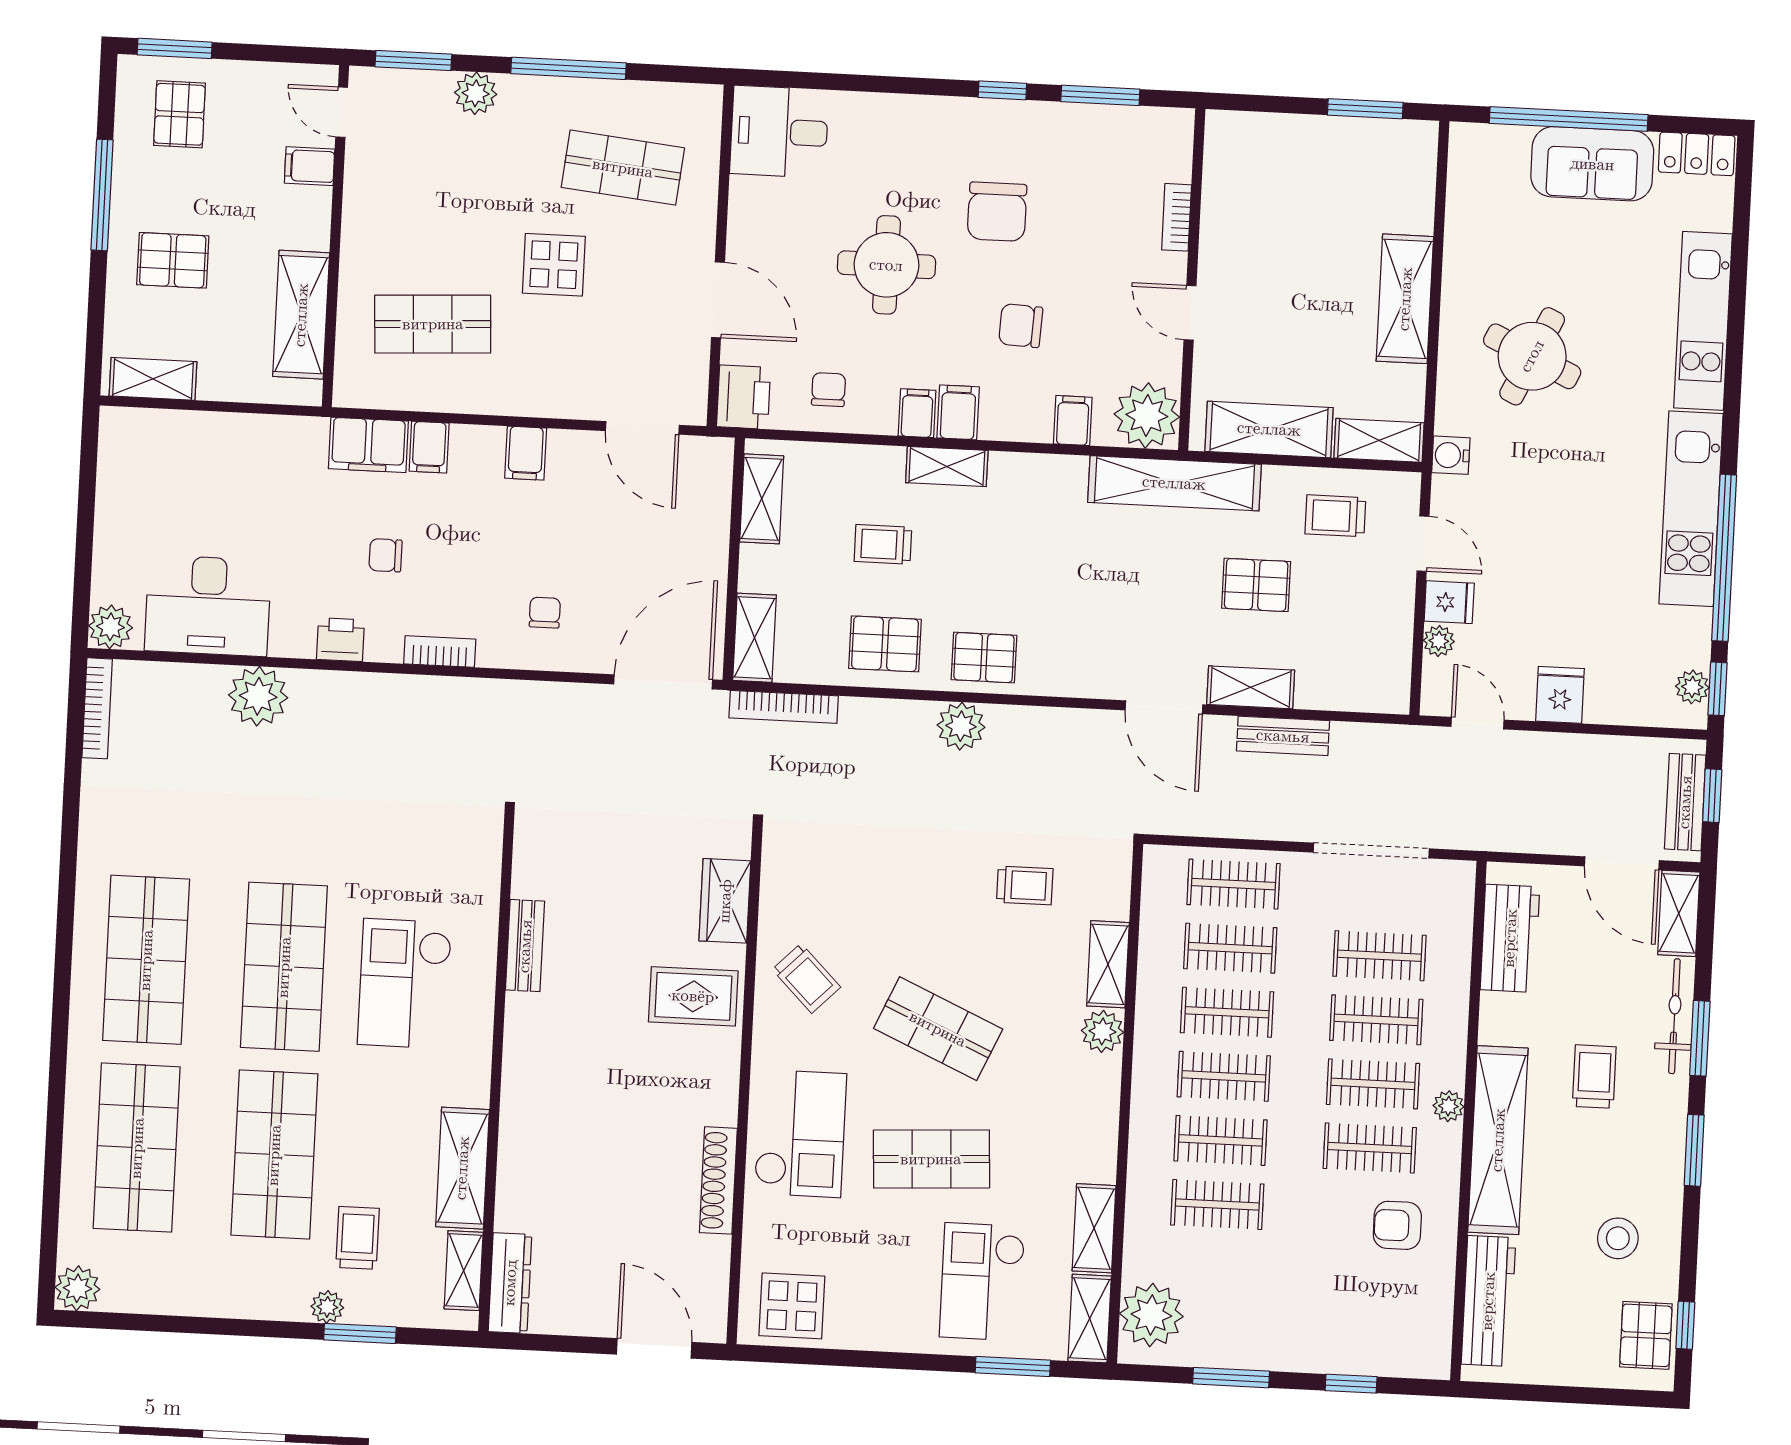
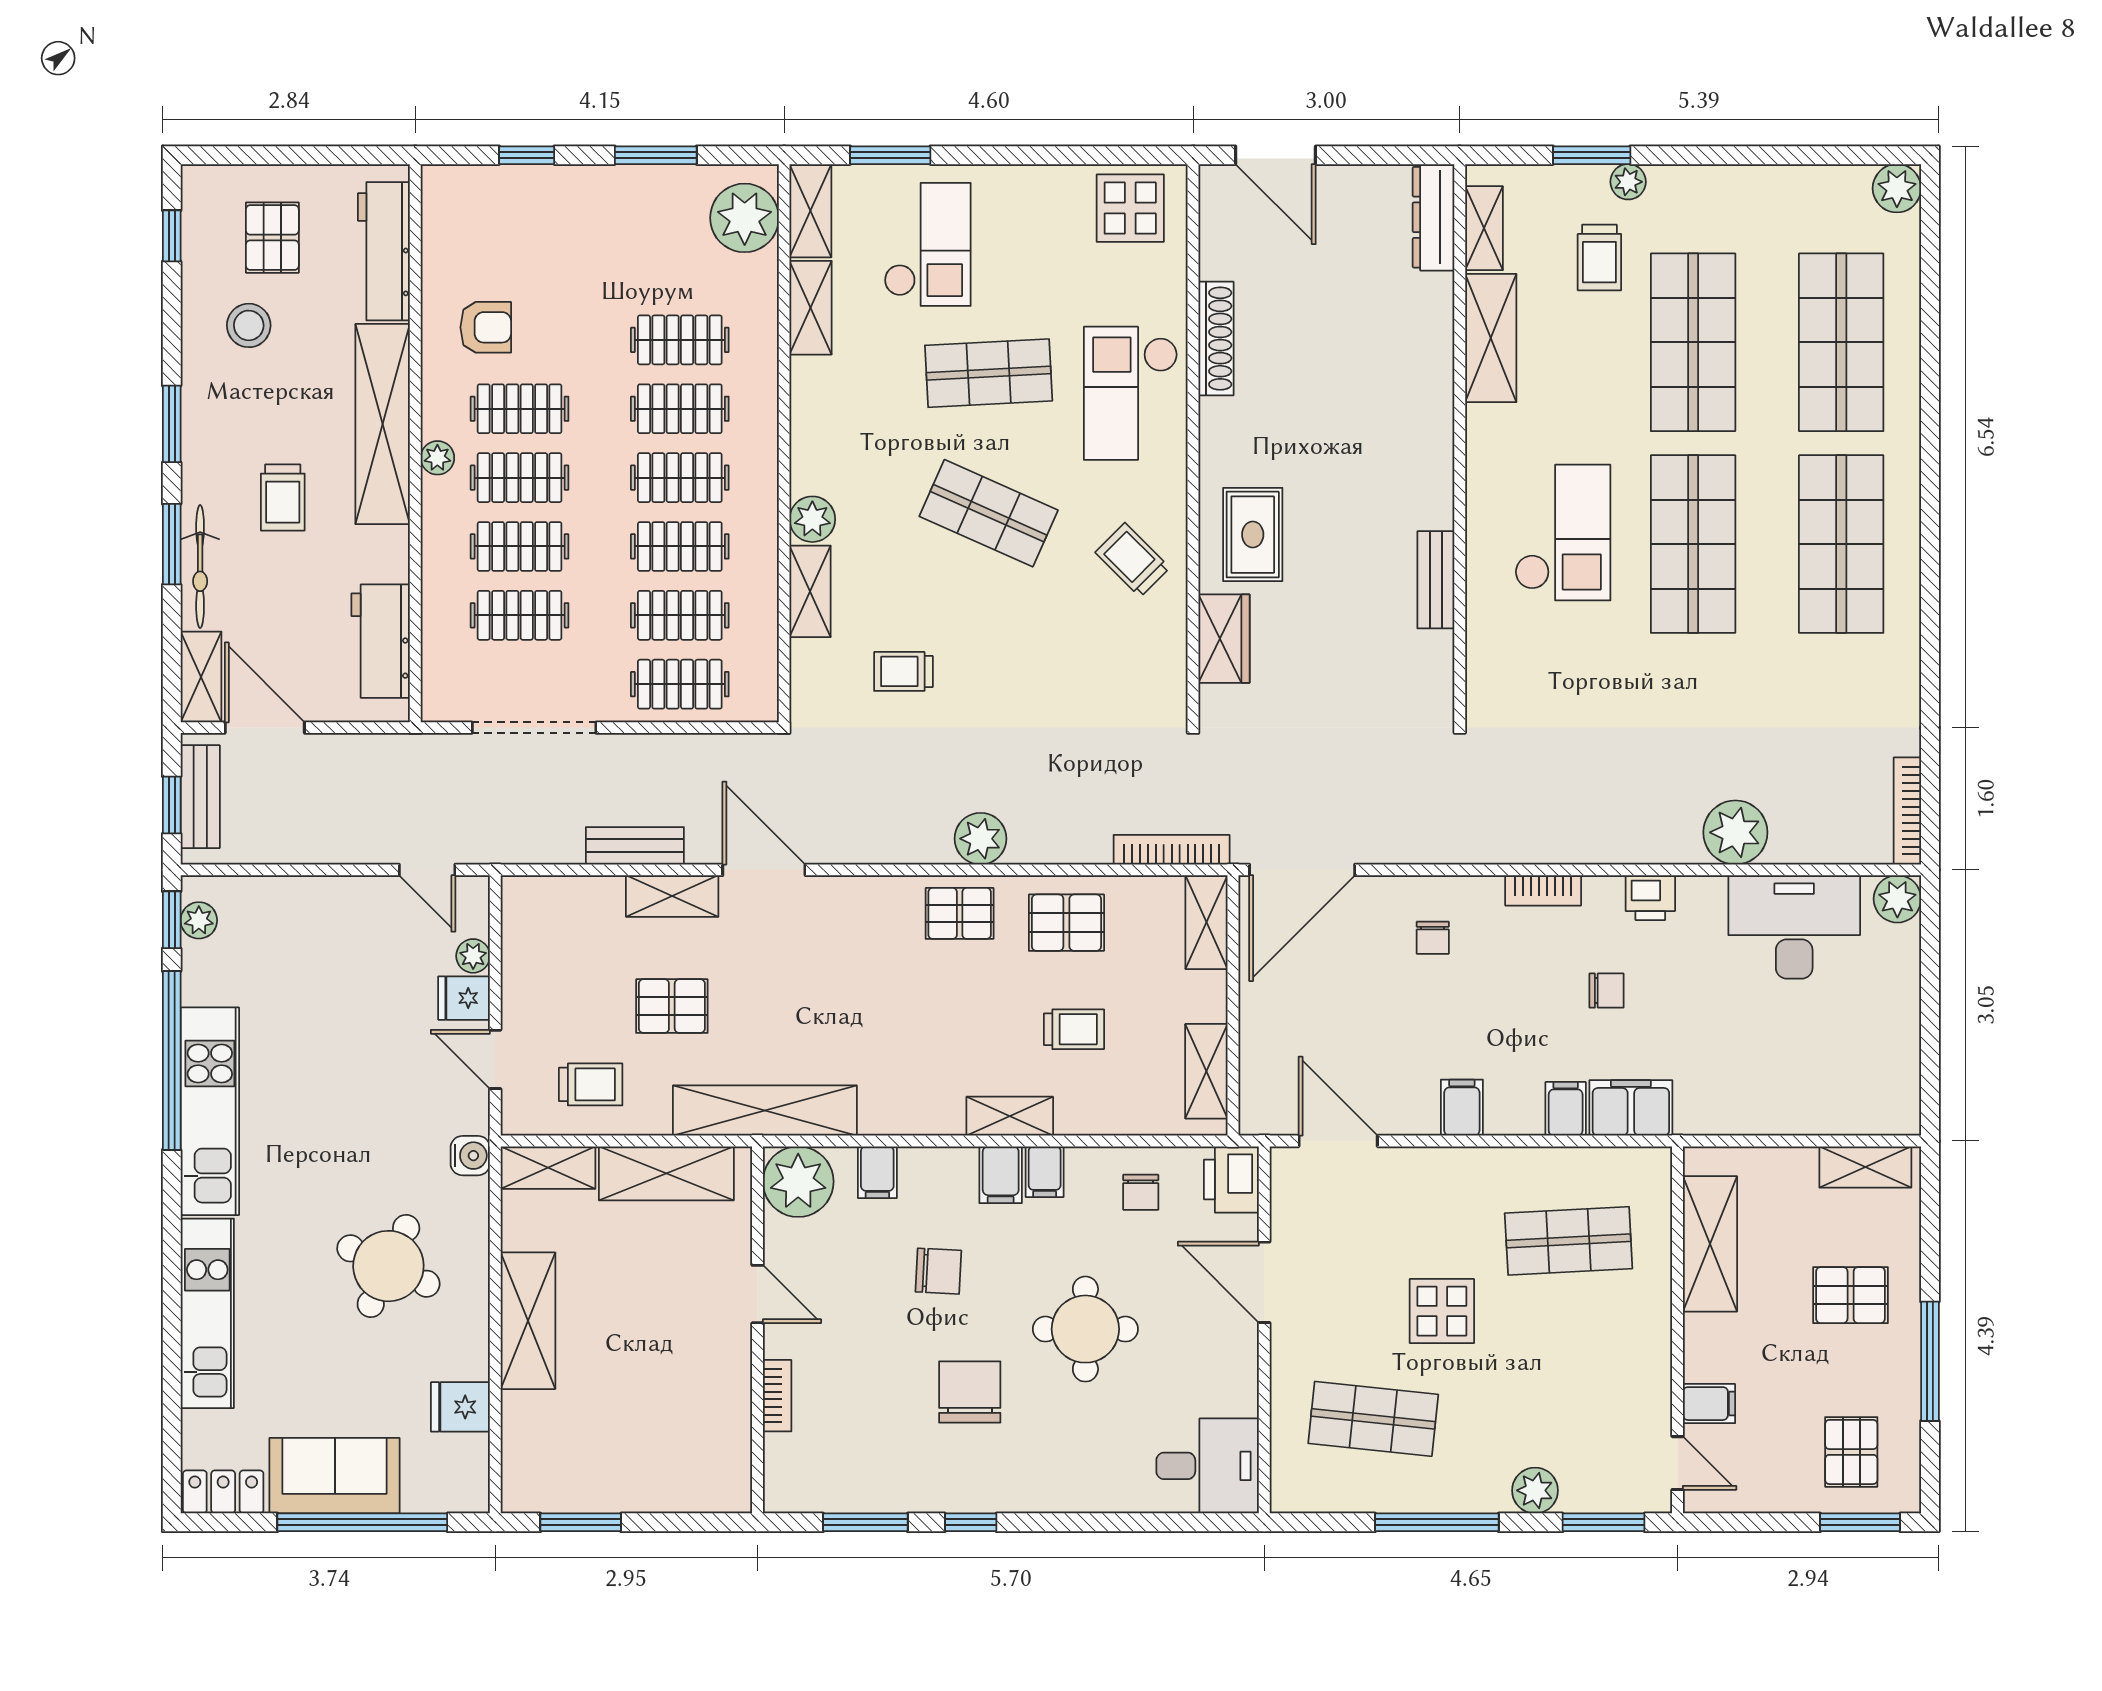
fridge: (1560, 695) -> (460, 1407), moved, turned 90
rug: (693, 996) -> (1253, 535), turned 90
pallet: (1646, 1335) -> (272, 238), moved

